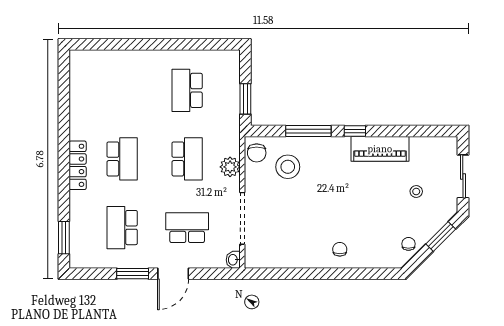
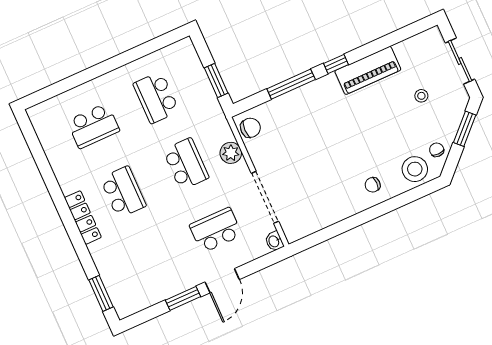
chair: (257, 153) -> (250, 128), turned -90
stool: (288, 167) -> (415, 169), moved
school desk: (122, 228) -> (93, 126), moved, turned -90
chair: (340, 249) -> (373, 185), turned -90

